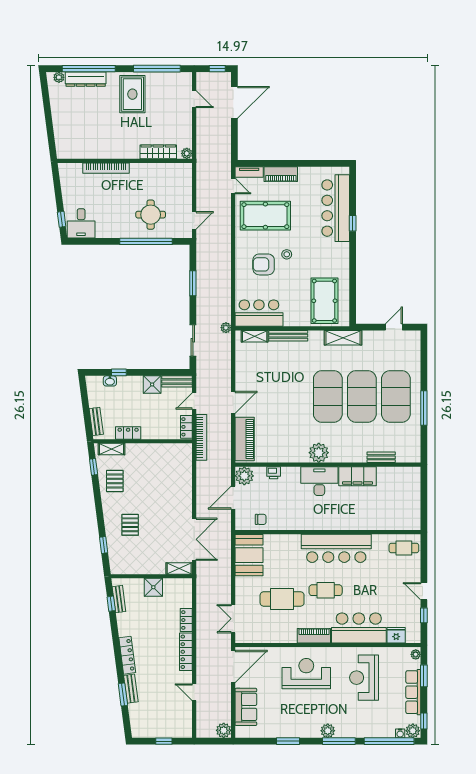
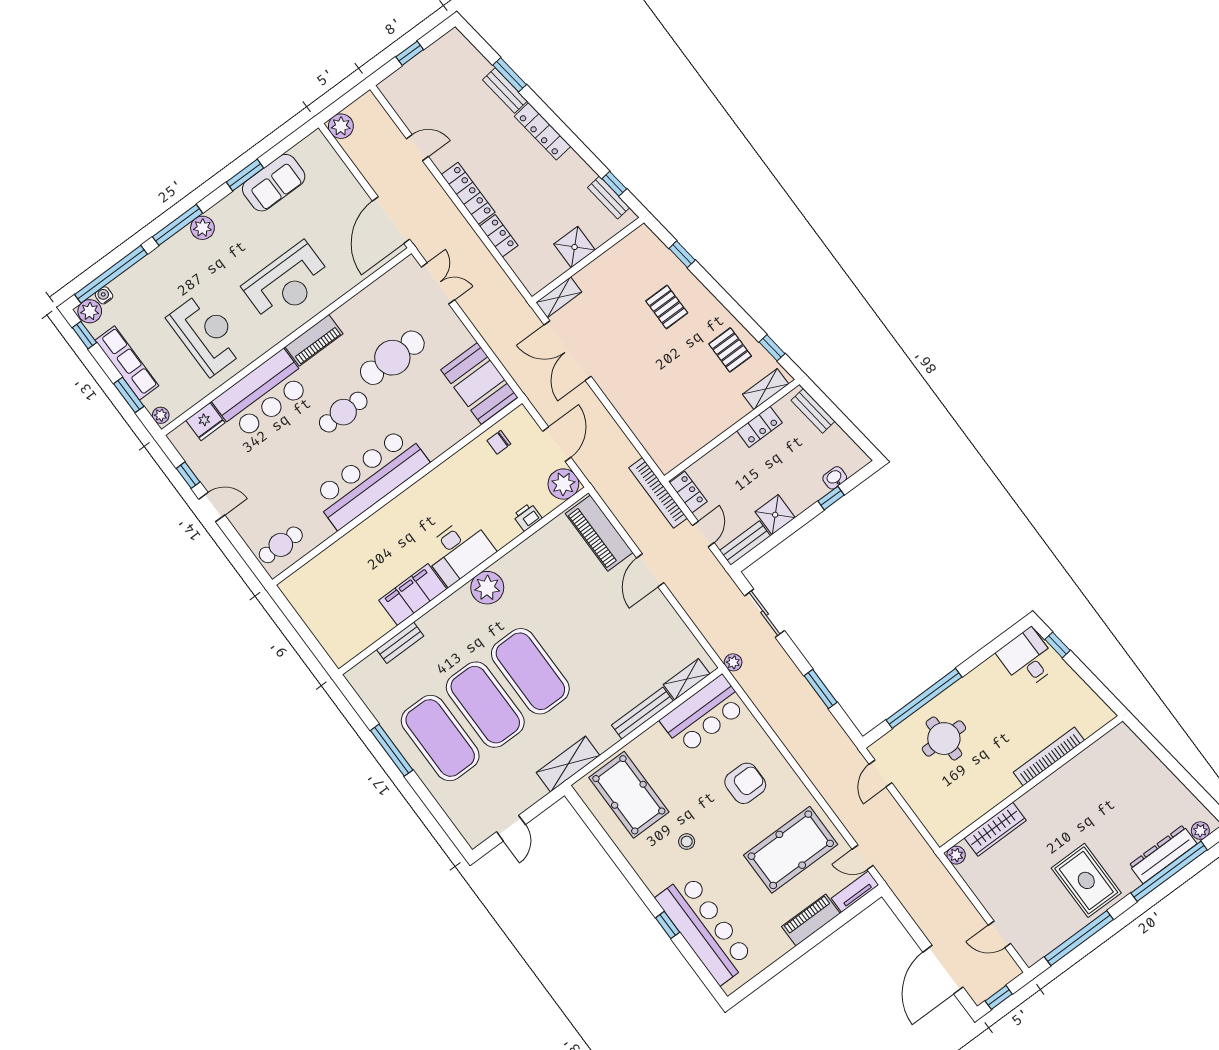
stool: (287, 254) -> (687, 842), moved
sofa: (246, 707) -> (274, 183), moved, turned -90

